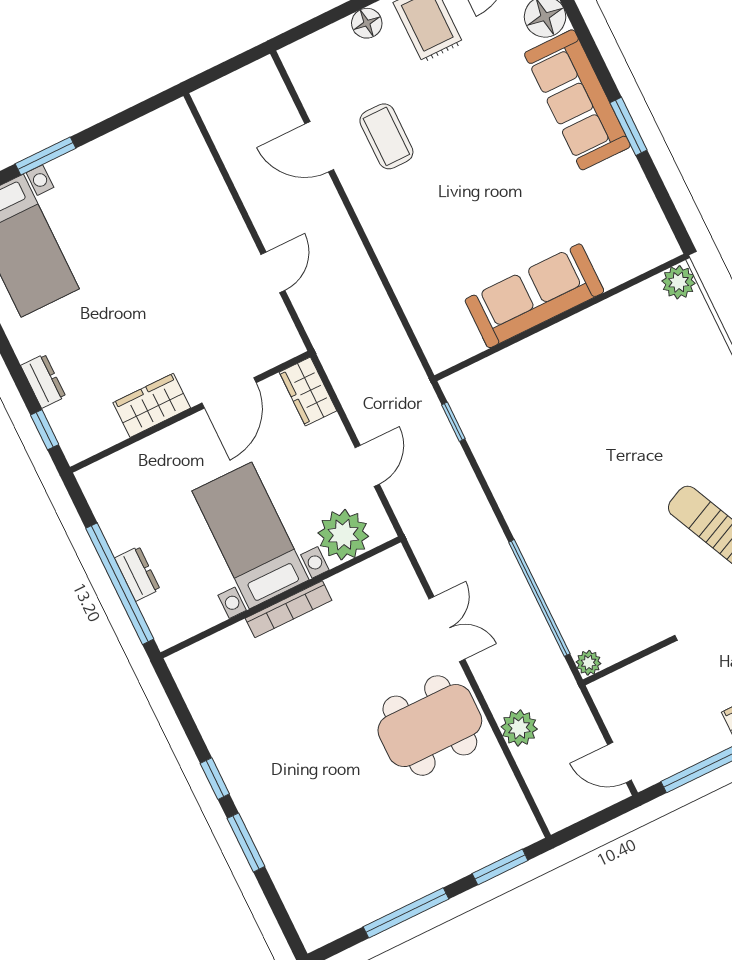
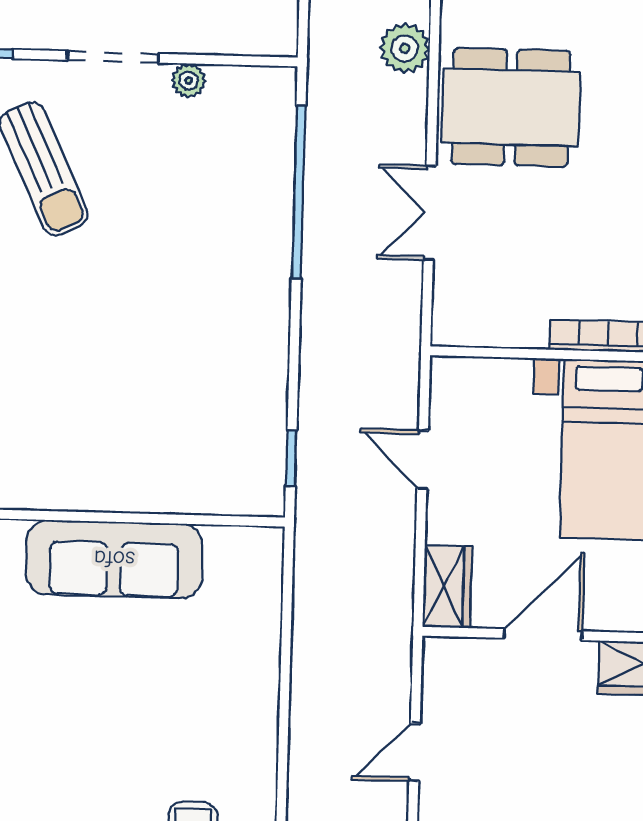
door: (367, 466) -> (423, 460), hinge flipped
plant: (343, 535) -> (495, 392), removed
plant: (589, 663) -> (189, 81), moved

